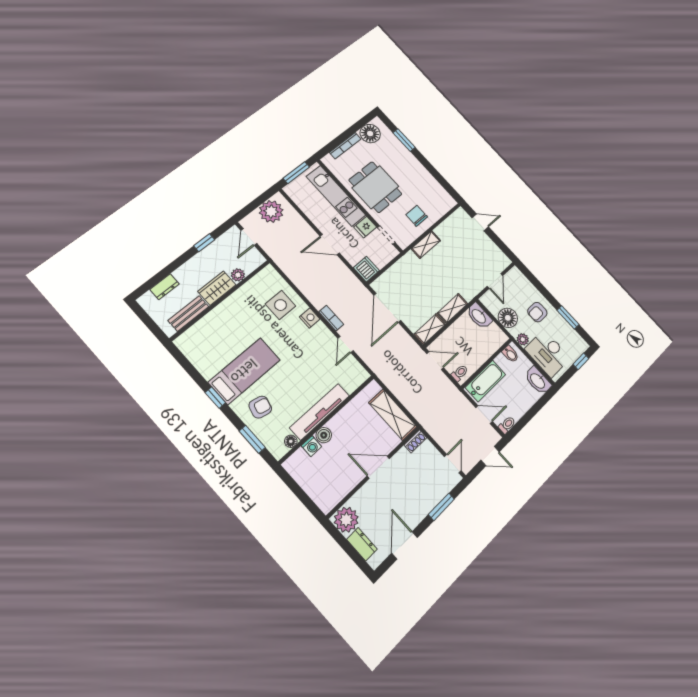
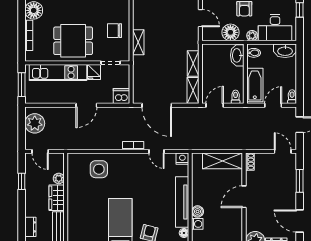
washbasin: (479, 316) -> (237, 55), moved, turned 90
nightstand: (310, 318) -> (182, 159), moved

